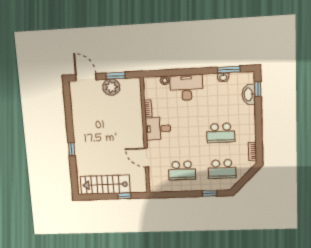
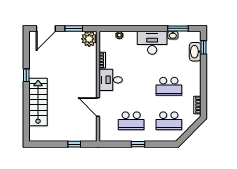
door: (86, 77) -> (46, 28), swing flipped
plant: (111, 87) -> (89, 39), moved
desk: (187, 88) -> (152, 43), moved
window: (72, 149) -> (26, 75), moved
stairs: (105, 185) -> (38, 102), moved, turned 90
window: (210, 193) -> (138, 144), moved

